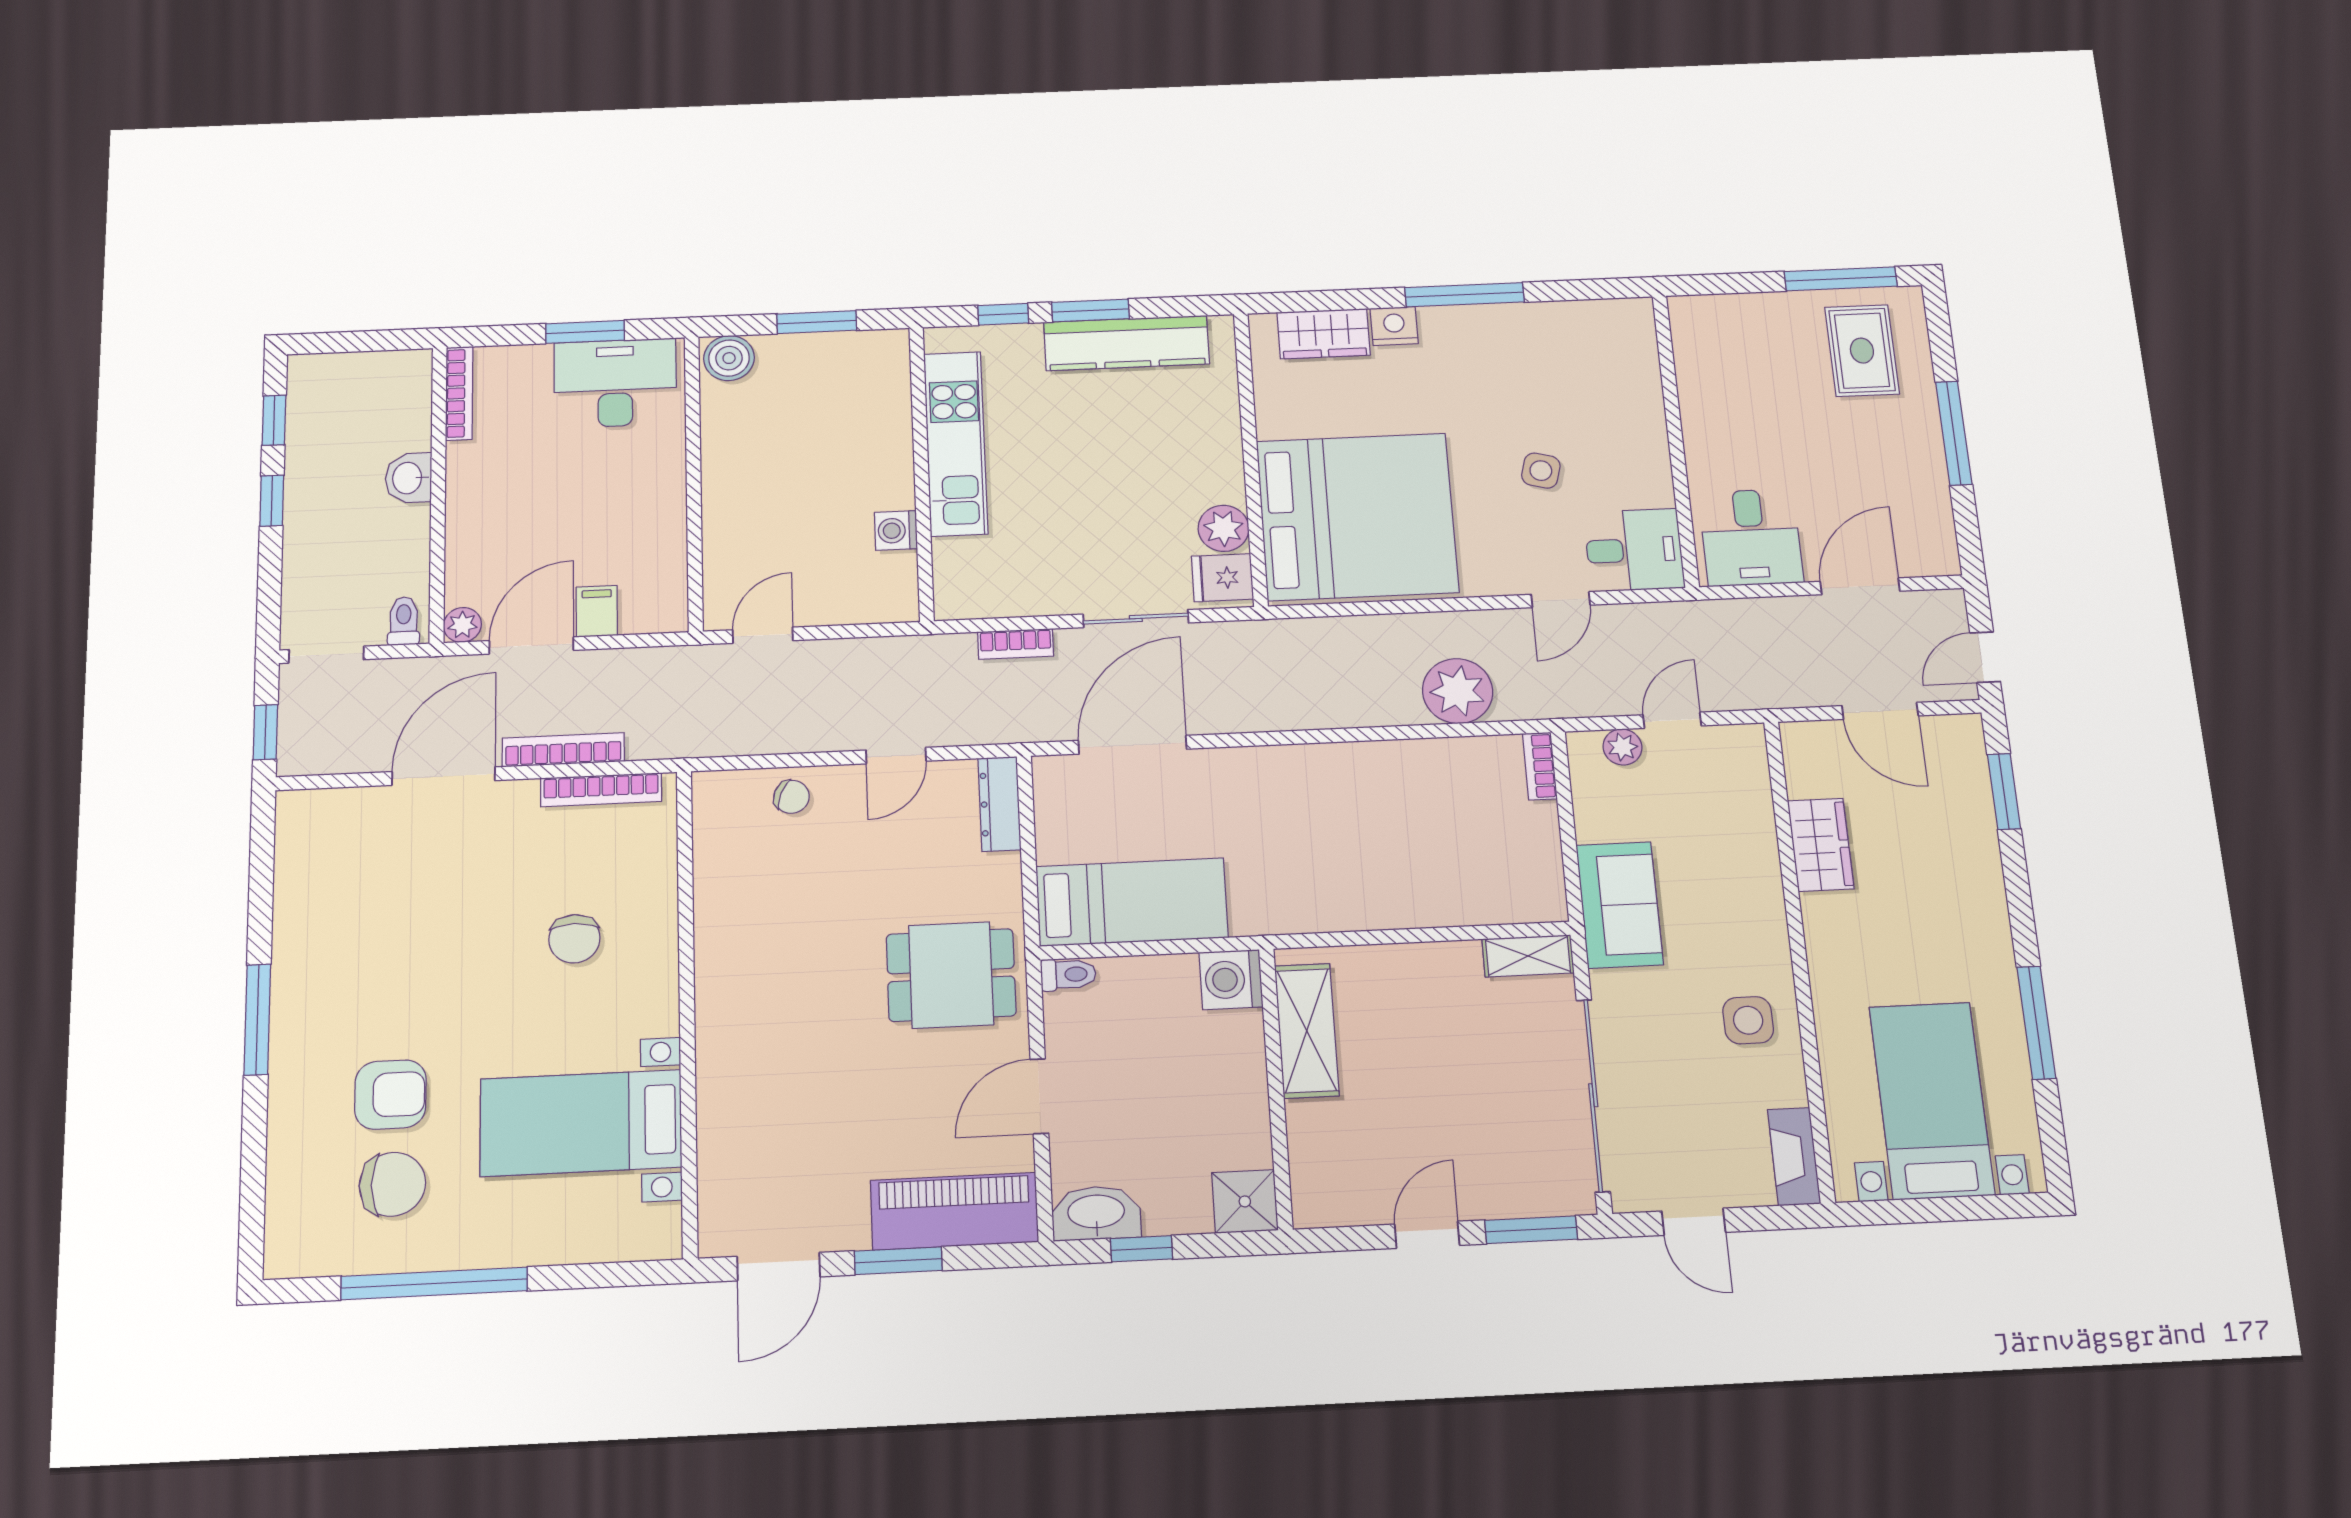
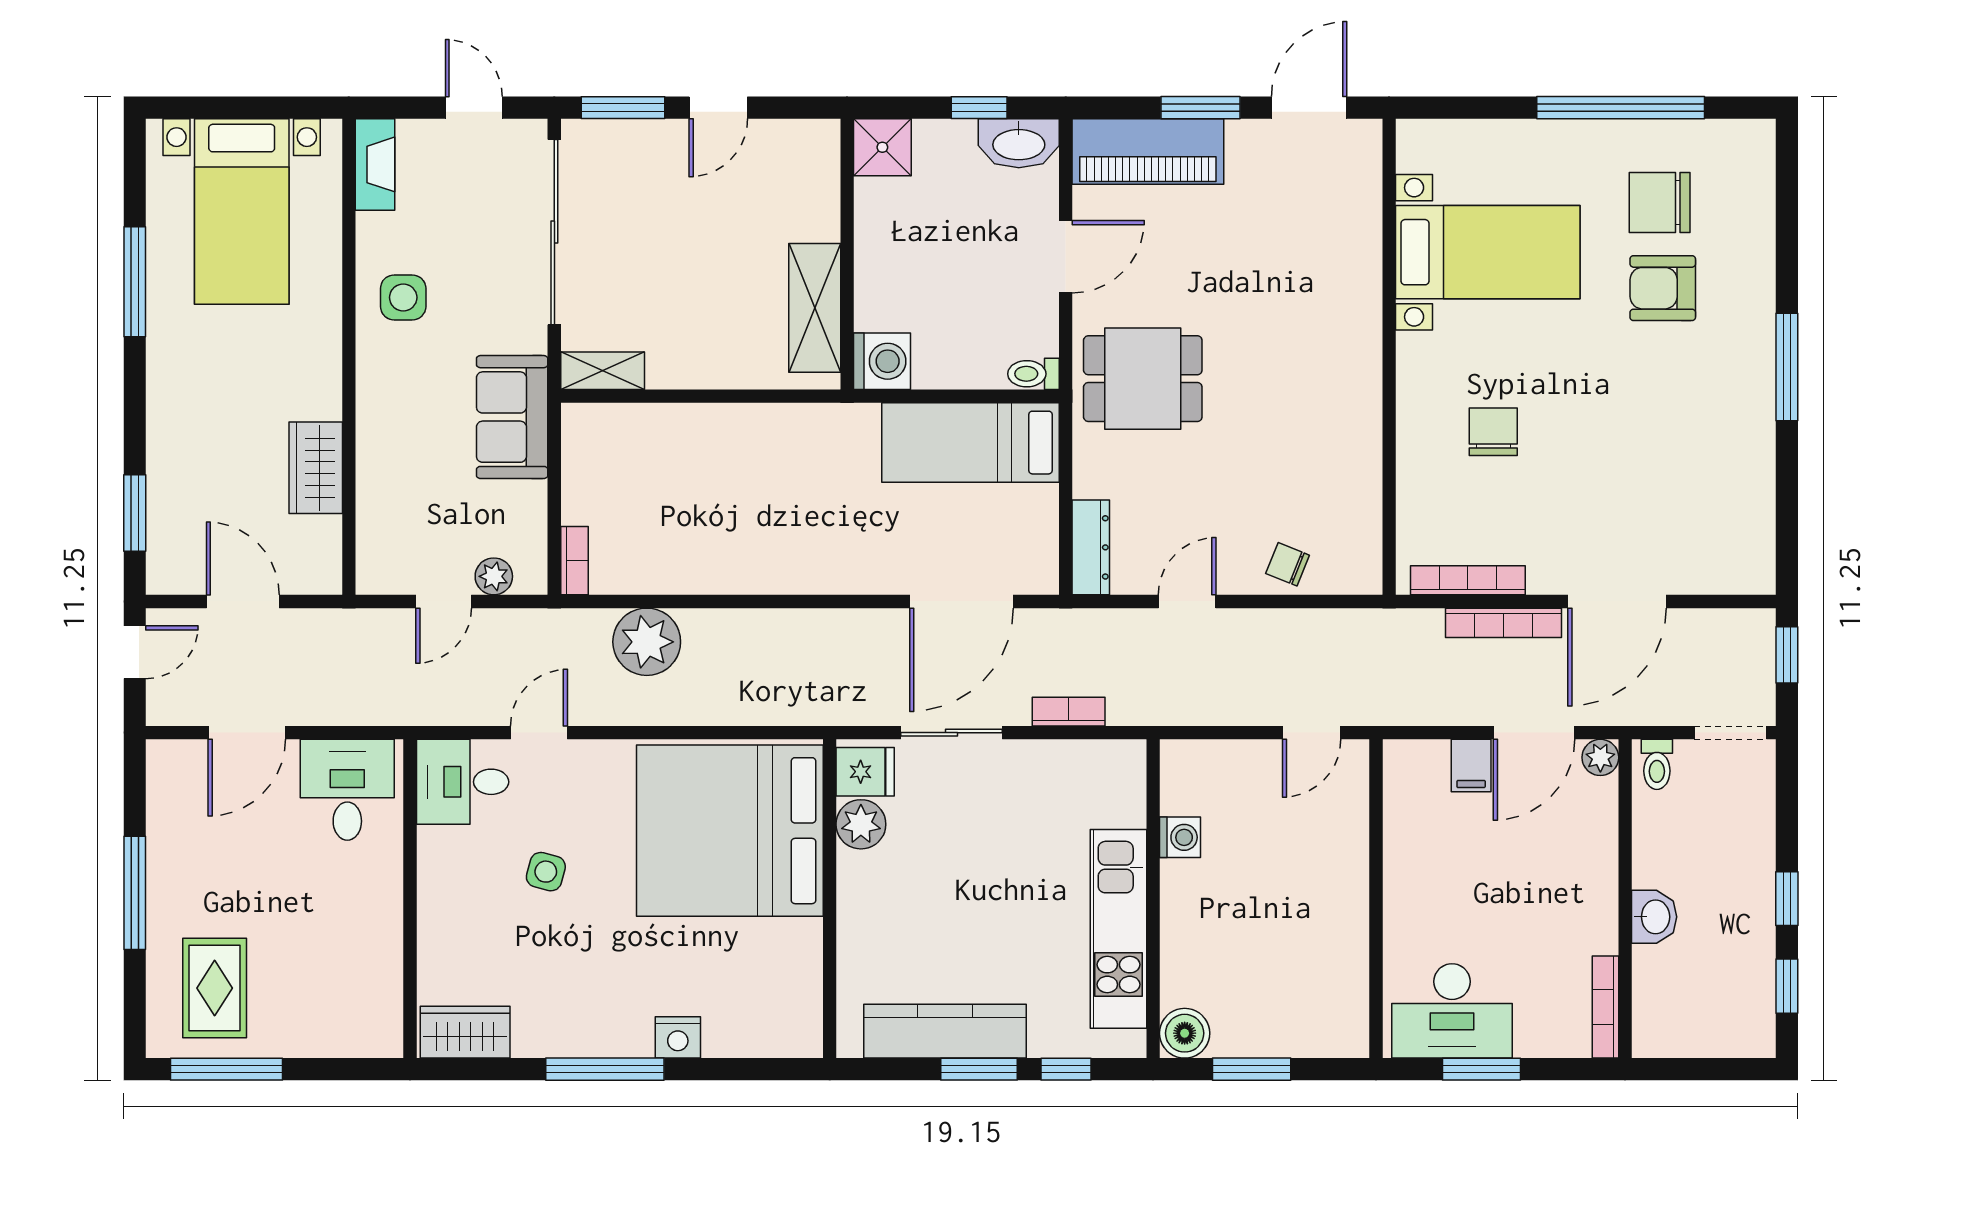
wardrobe: (1323, 334) -> (465, 1032), moved
boiler: (729, 358) -> (1185, 1033), moved

